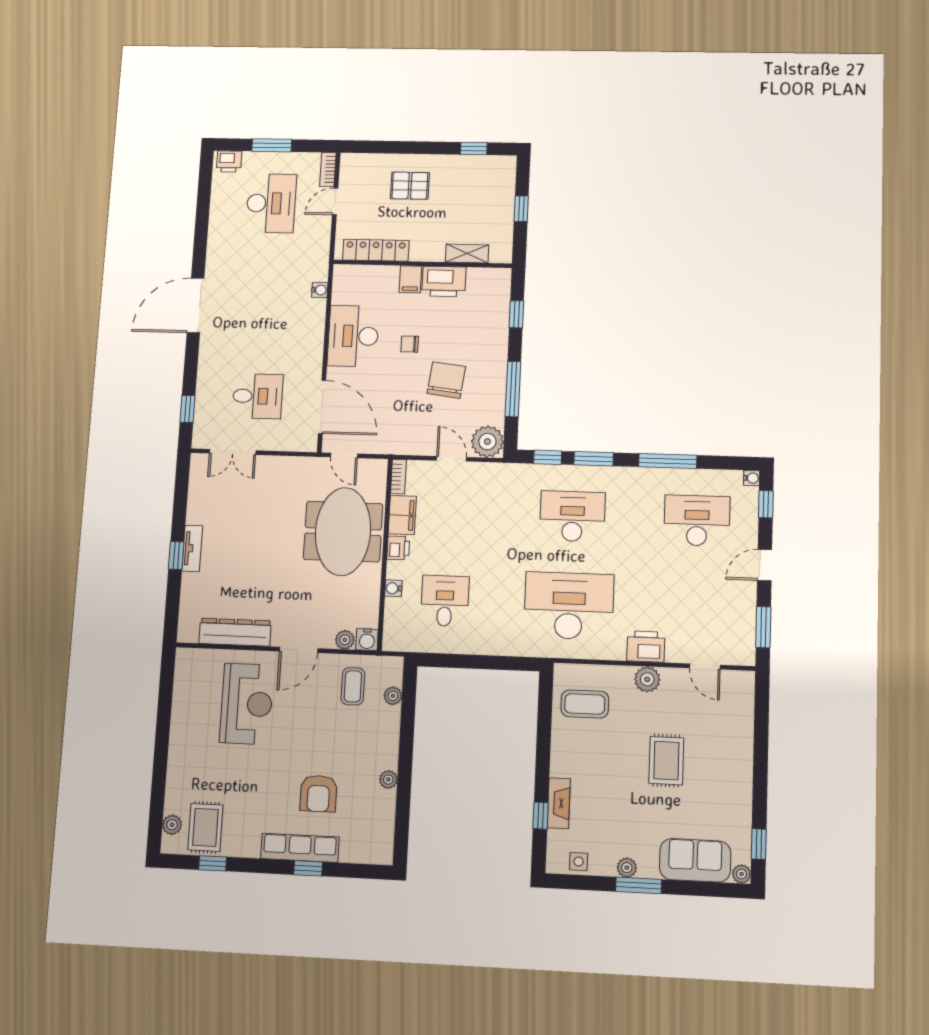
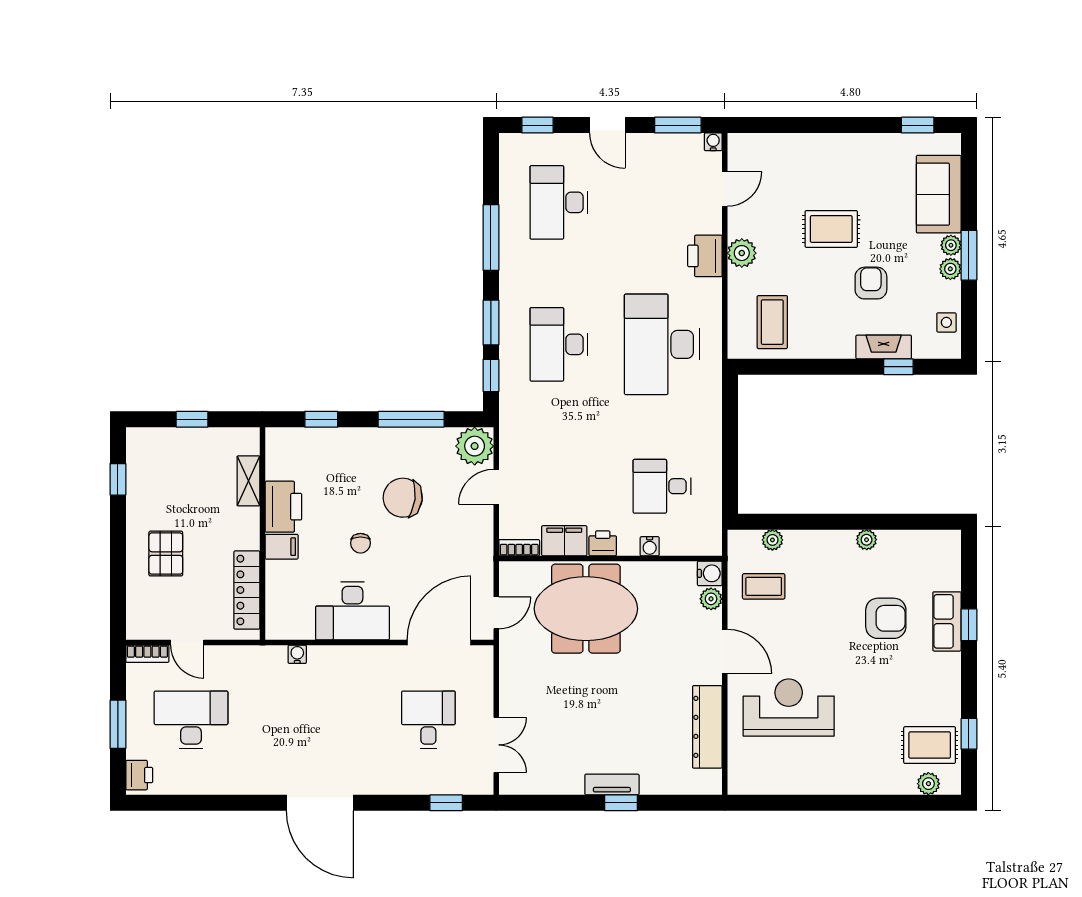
water cooler: (752, 478) -> (713, 142), moved
armchair: (616, 794) -> (871, 283), added
row of seats: (300, 848) -> (947, 621), width x0.68
plant: (742, 874) -> (951, 245), moved

